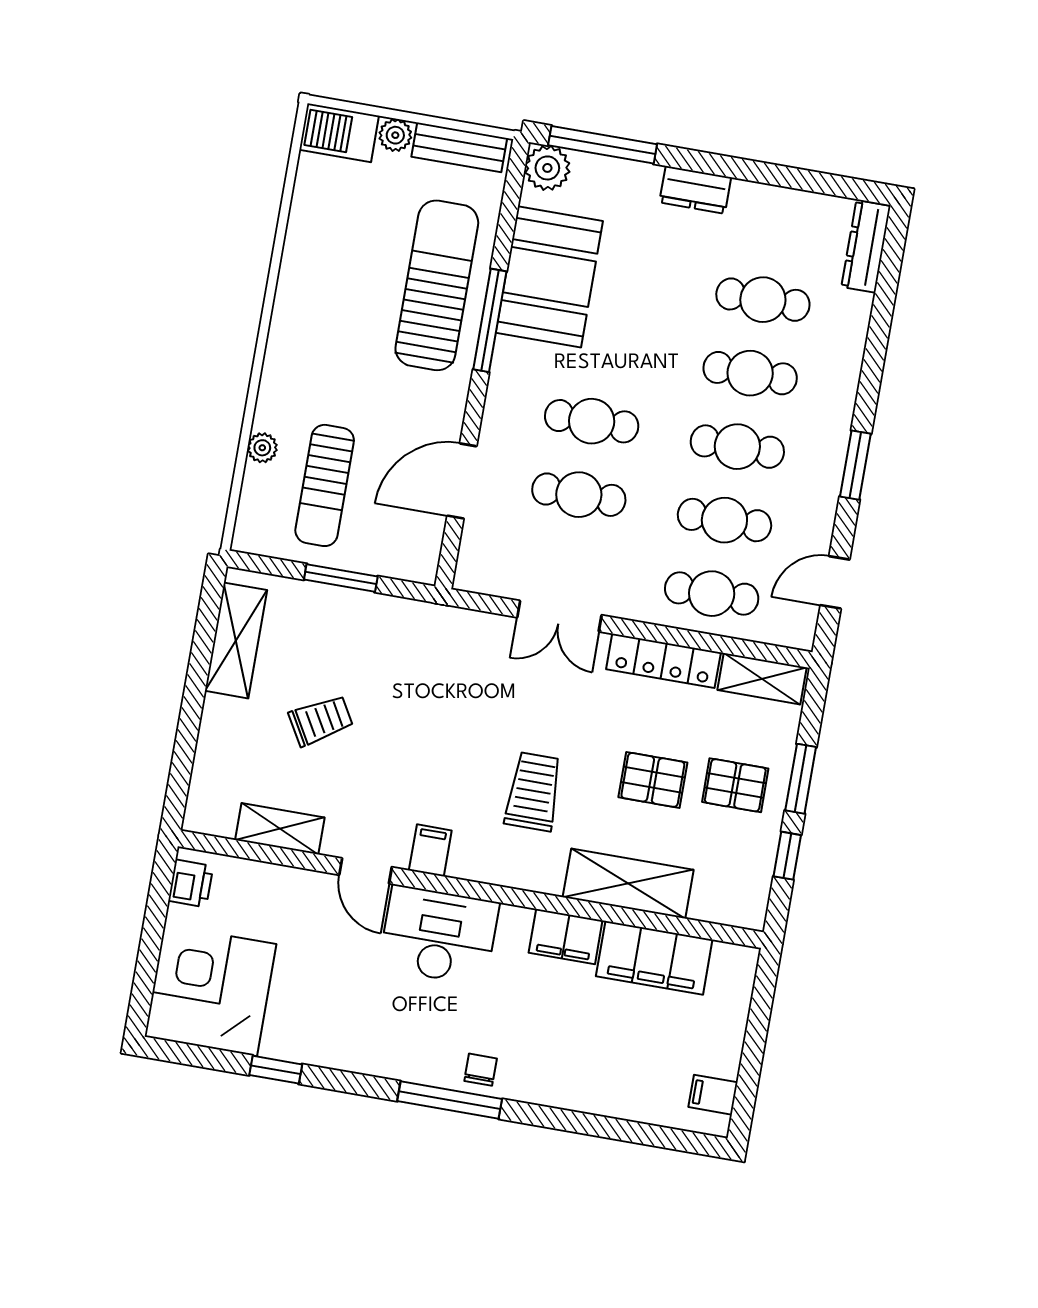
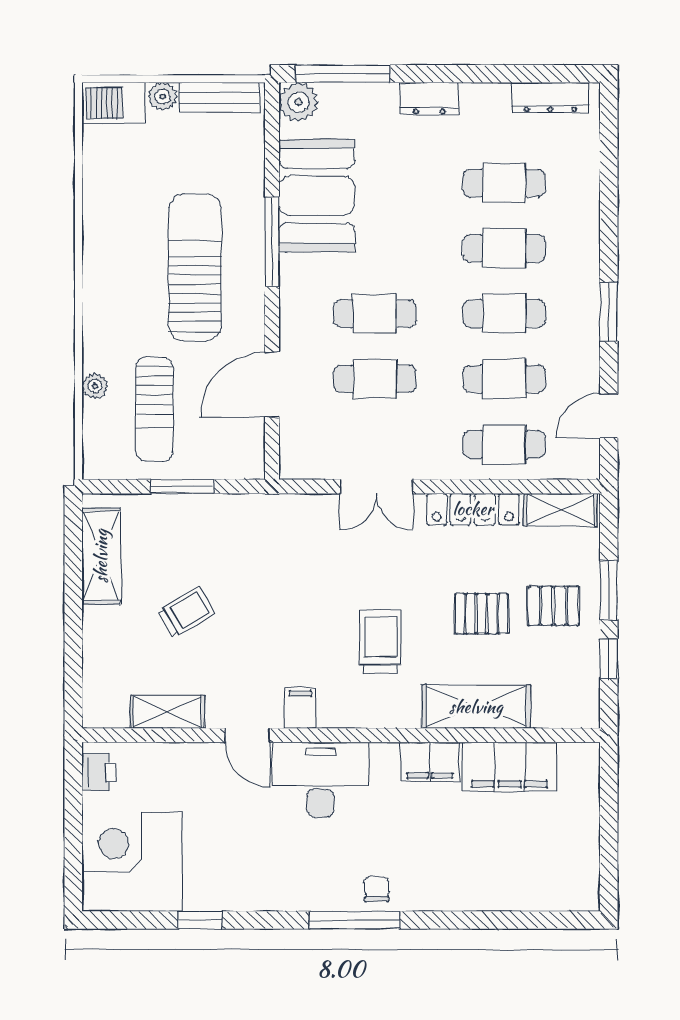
dresser: (866, 246) -> (550, 97), moved, turned -90
sun lounger: (437, 285) -> (195, 267), moved
filing cabinet: (713, 1095) -> (581, 876), removed

